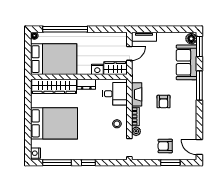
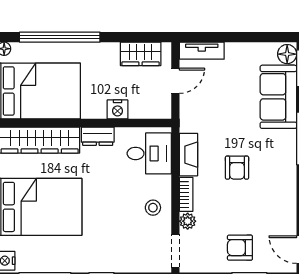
wardrobe: (115, 68) -> (141, 54), moved, turned 180

